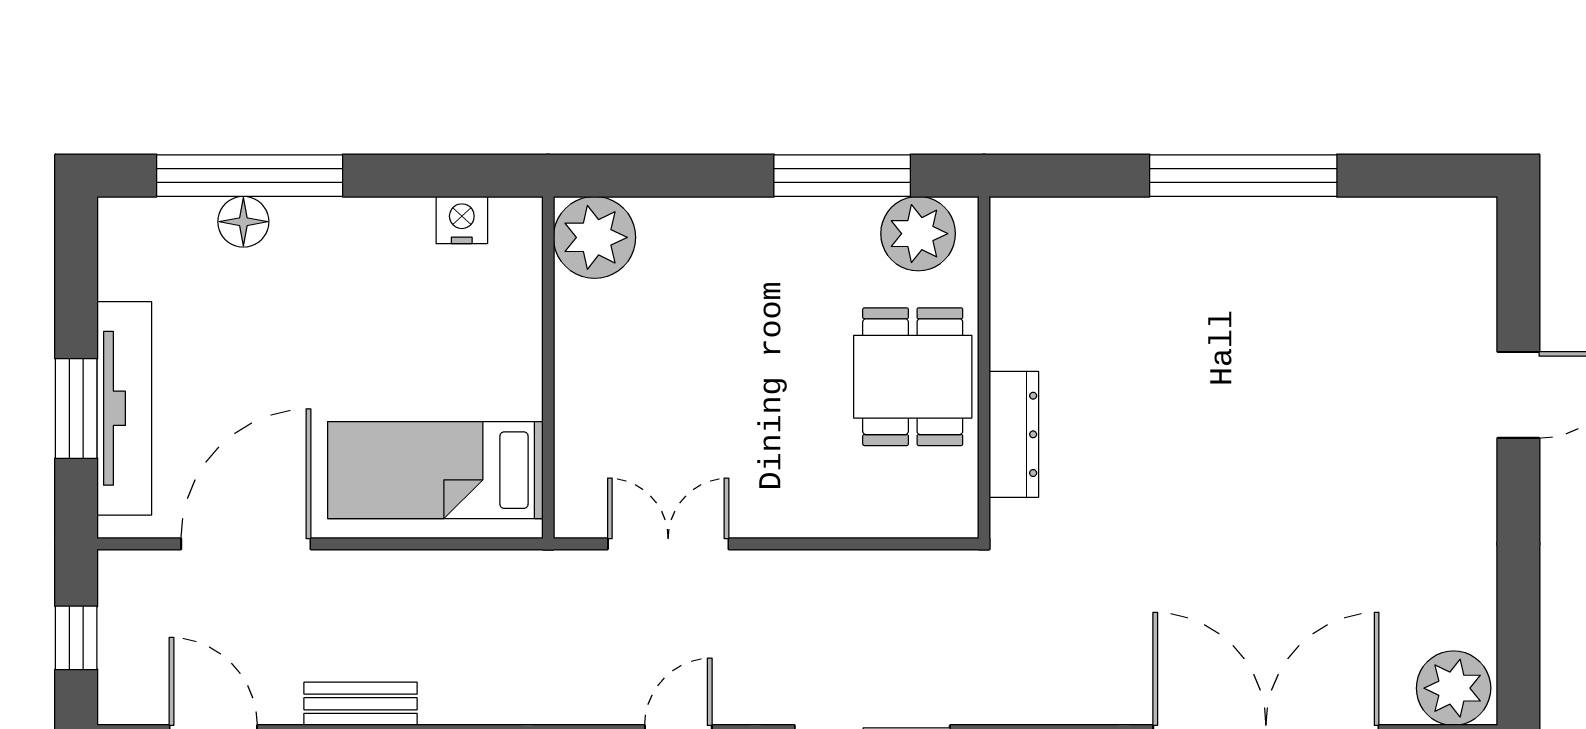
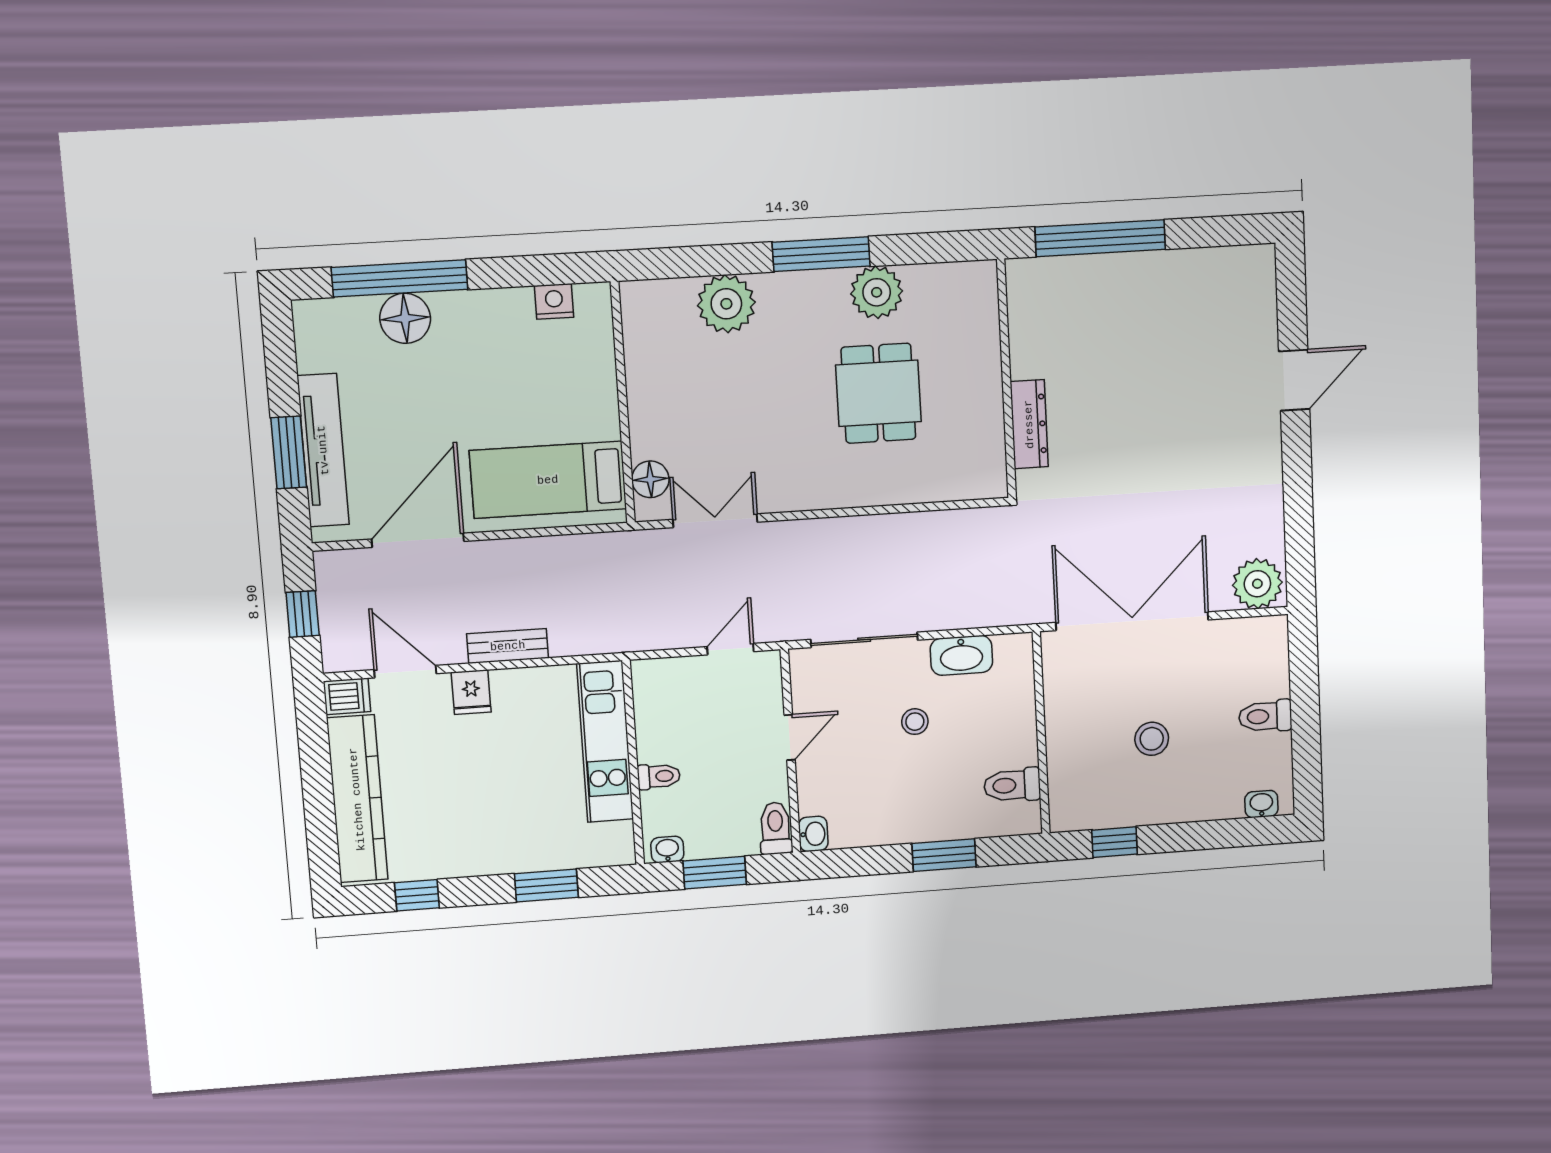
floor lamp: (243, 222) -> (405, 318), width x1.38, depth x1.38
plant: (595, 237) -> (726, 304), moved
wall: (984, 367) -> (1006, 379), moved
dresser: (1014, 434) -> (1029, 424), moved
floor lamp: (580, 479) -> (650, 479), added

